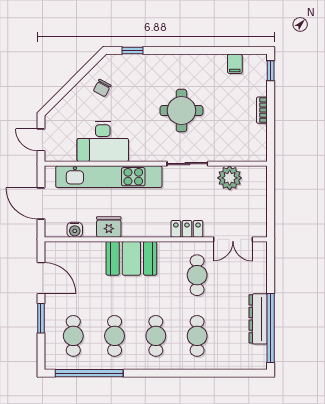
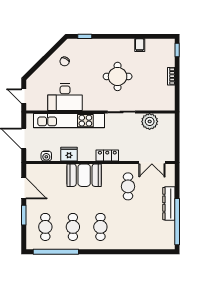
filing cabinet: (235, 64) -> (140, 45), moved
locker: (187, 229) -> (107, 155), moved
dresser: (258, 319) -> (169, 204), moved
cafe table: (197, 336) -> (128, 227), removed

